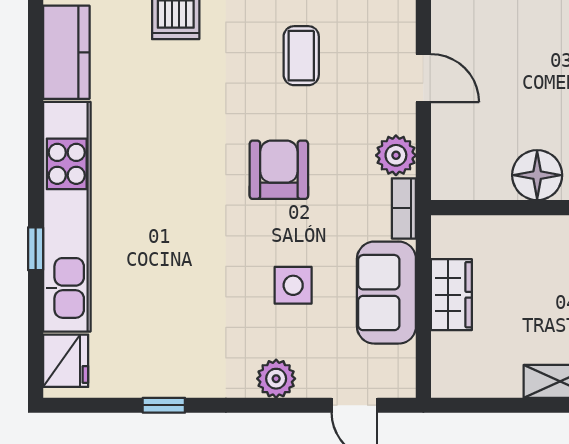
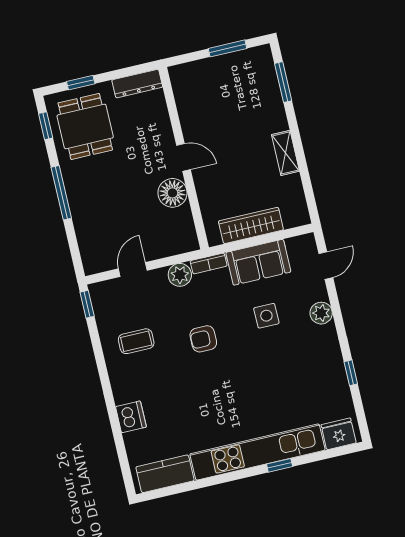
armchair: (279, 170) -> (203, 339), width x0.72, depth x0.72
wardrobe: (451, 295) -> (251, 225), width x1.50

